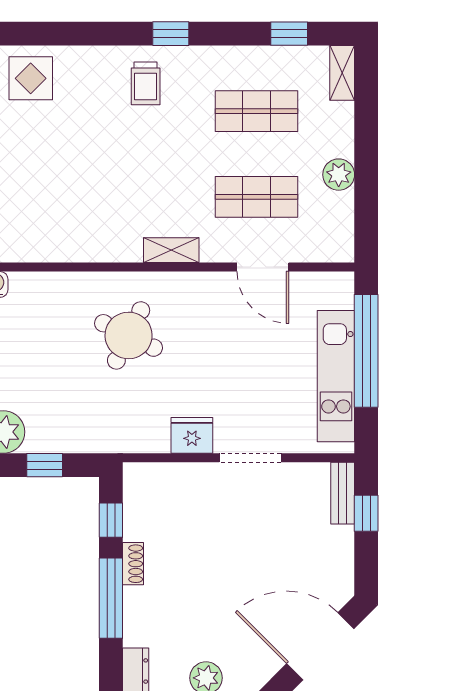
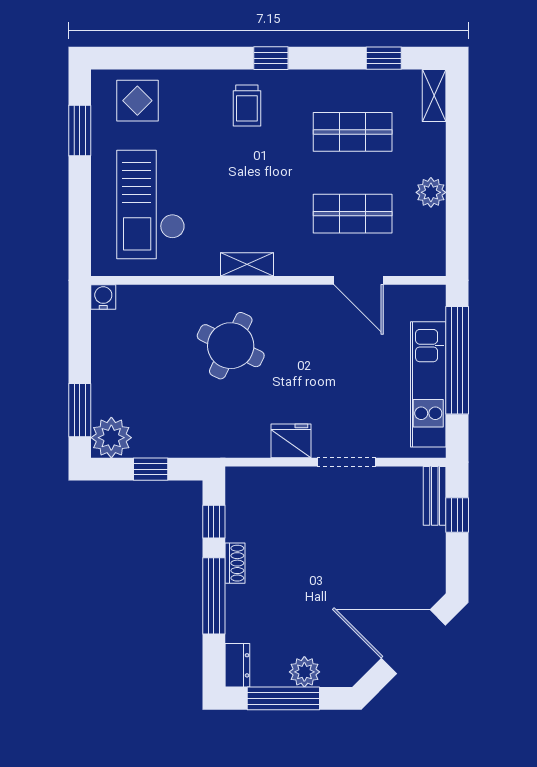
checkout: (45, 187) -> (151, 204), added
shelving: (171, 250) -> (247, 264), moved

